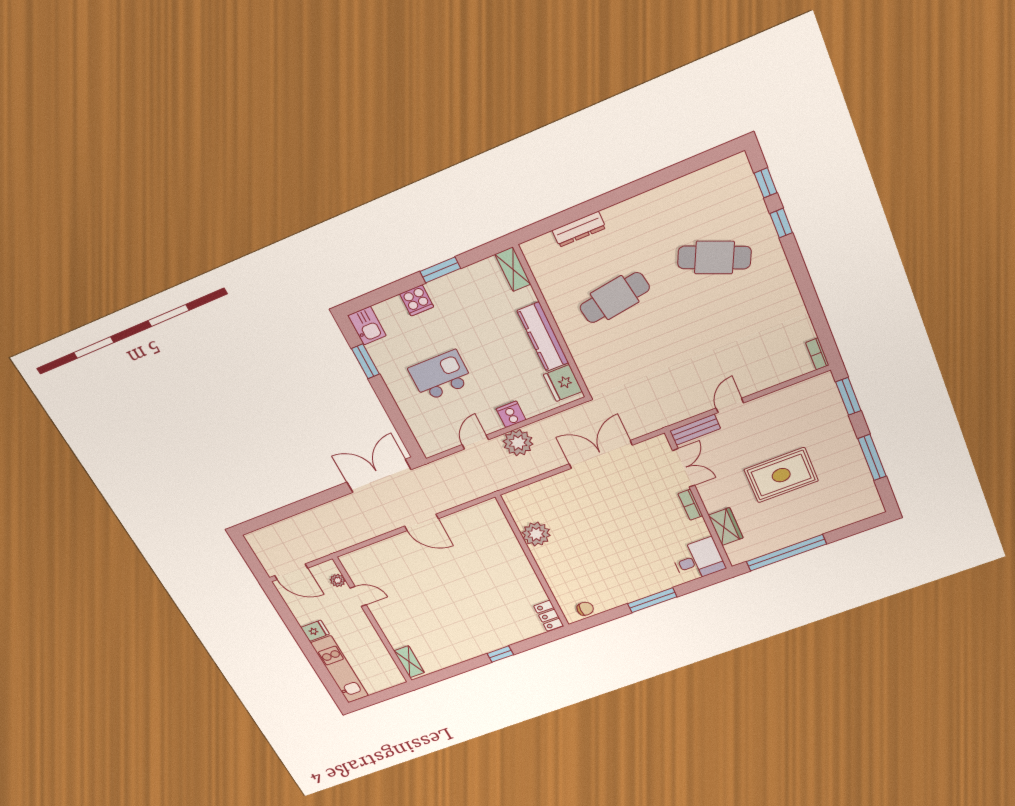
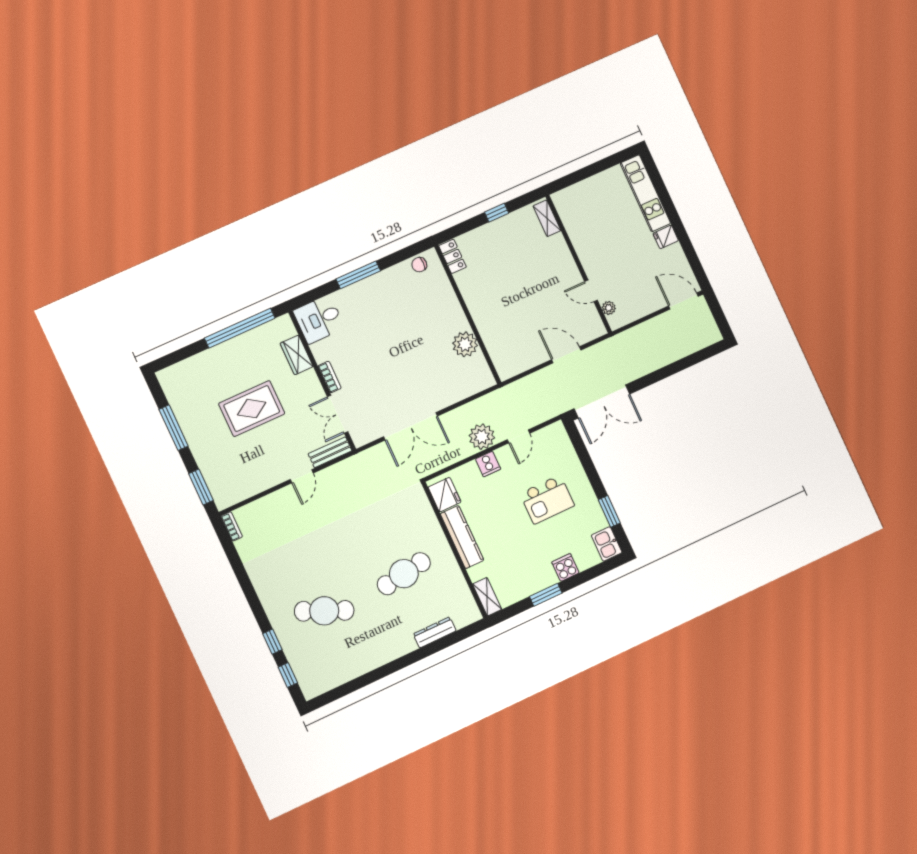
plant: (338, 580) -> (609, 308), moved
door: (358, 596) -> (591, 291), moved
wall: (373, 621) -> (579, 264), moved
shelving: (409, 662) -> (547, 218), moved

